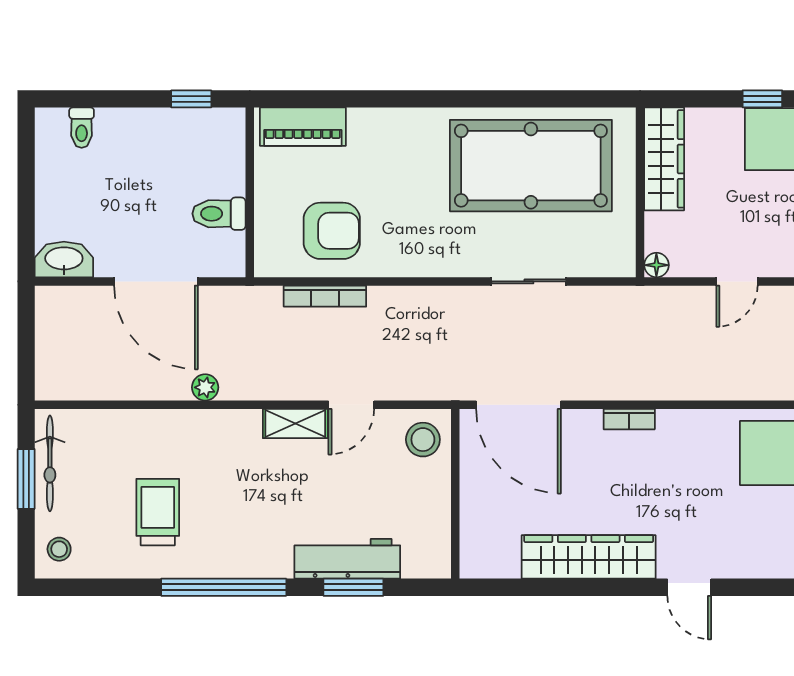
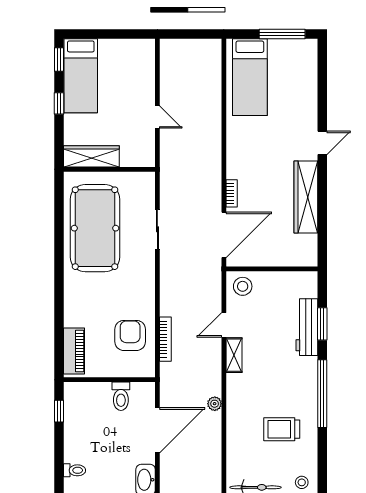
floor lamp: (656, 265) -> (149, 160), removed
door: (351, 405) -> (224, 325), swing flipped
bookcase: (629, 419) -> (232, 193), moved

